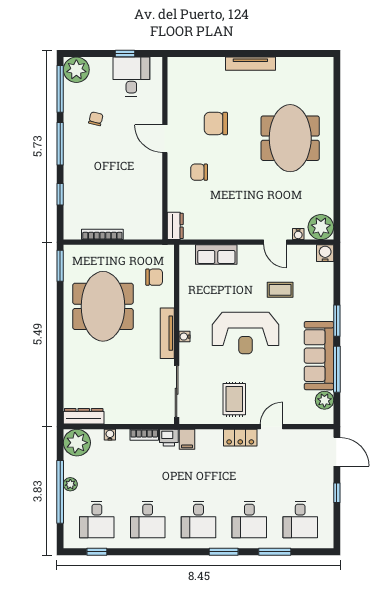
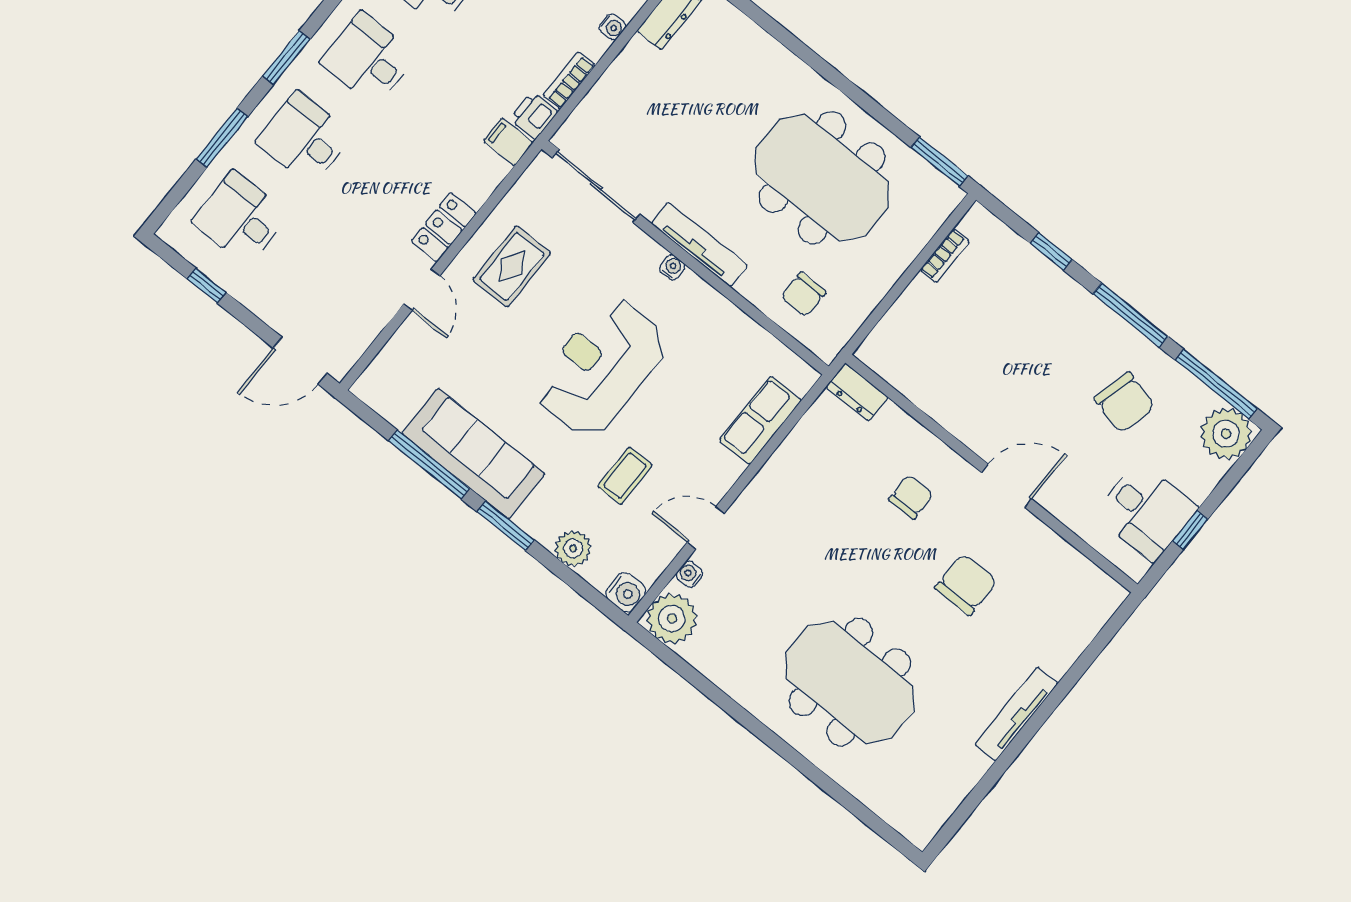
chair: (96, 119) -> (1125, 403), width x1.87, depth x1.87
bookcase: (102, 234) -> (945, 256), width x0.64
rug: (234, 399) -> (512, 266), turned 90
plant: (324, 400) -> (573, 548), moved
window: (337, 493) -> (207, 286), moved

